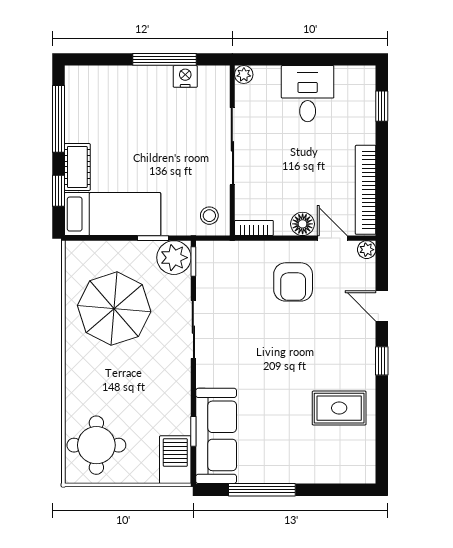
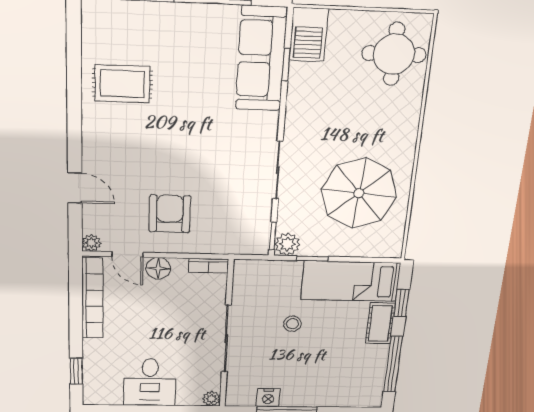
stool: (209, 216) -> (292, 324), moved
plant: (174, 258) -> (287, 244), width x0.73, depth x0.73
window: (382, 361) -> (74, 132), removed

